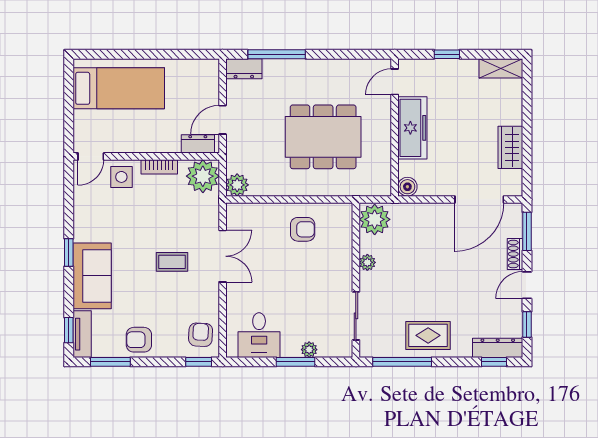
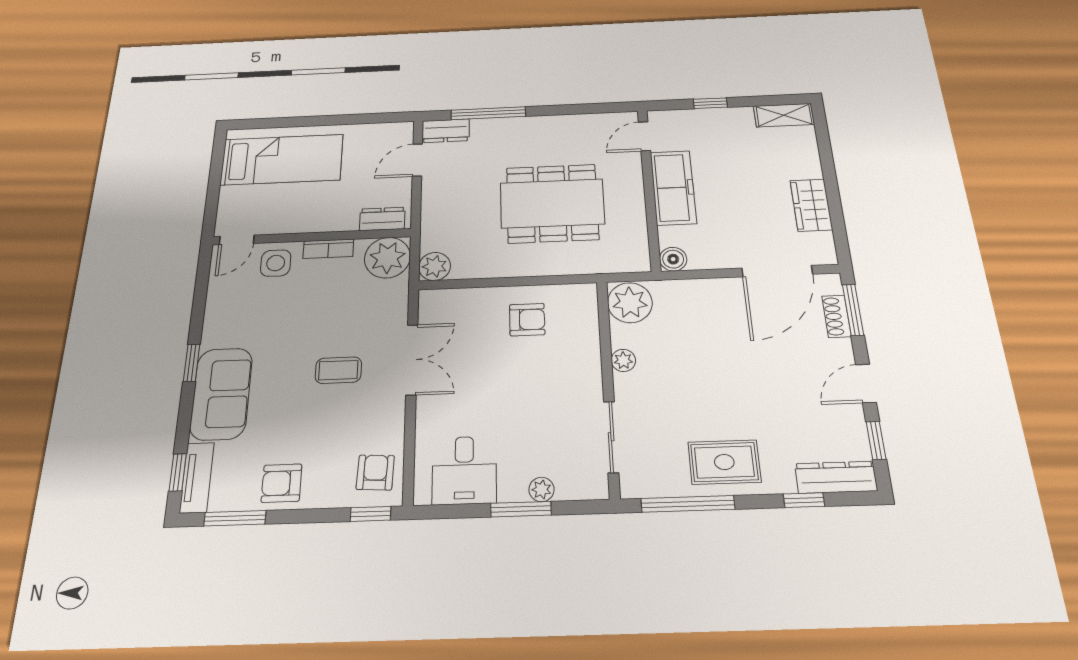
door: (223, 120) -> (417, 160), moved
shoe rack: (515, 254) -> (837, 316), moved
window: (494, 362) -> (804, 500), moved

